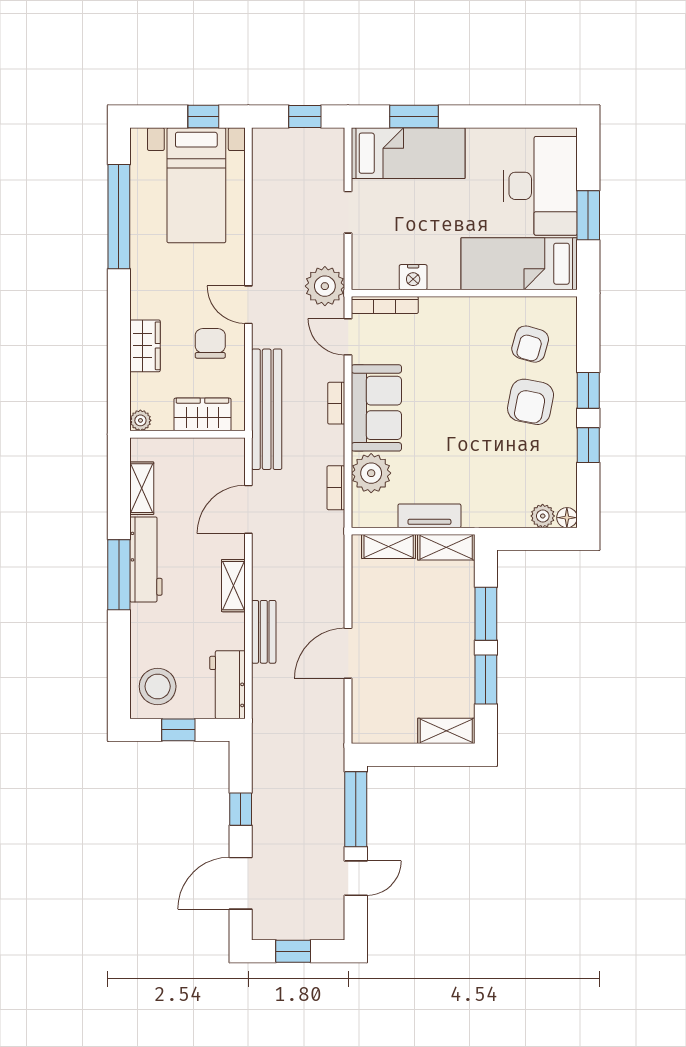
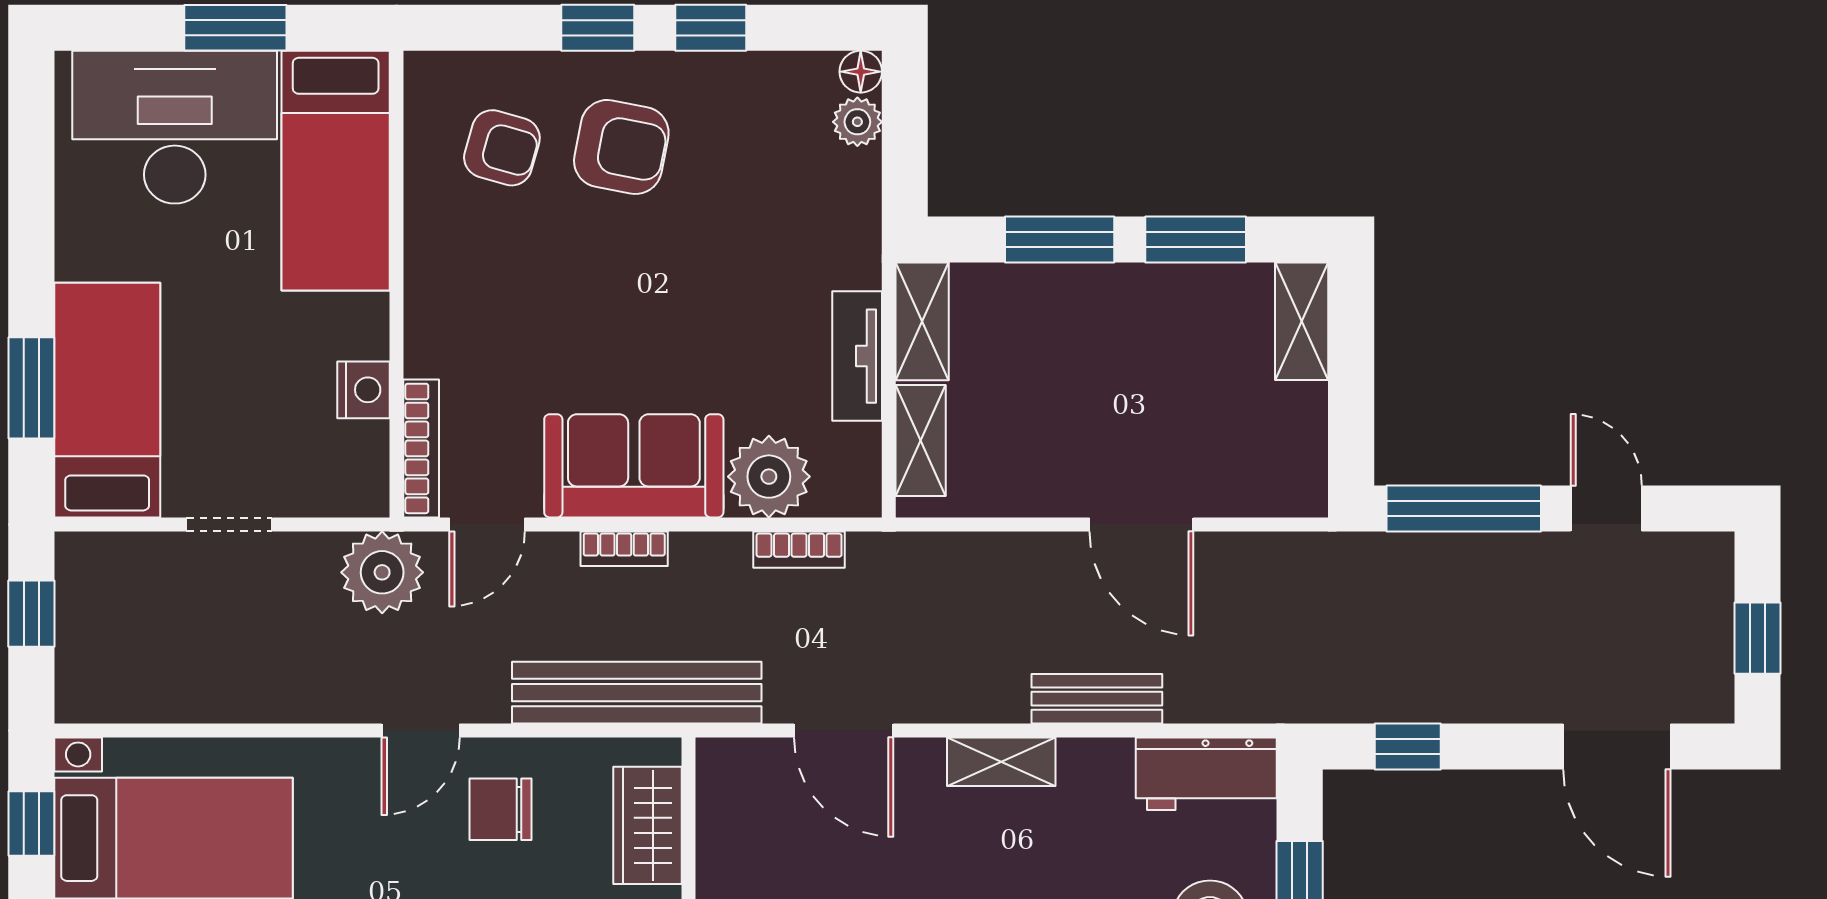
window: (241, 809) -> (1408, 746), moved

